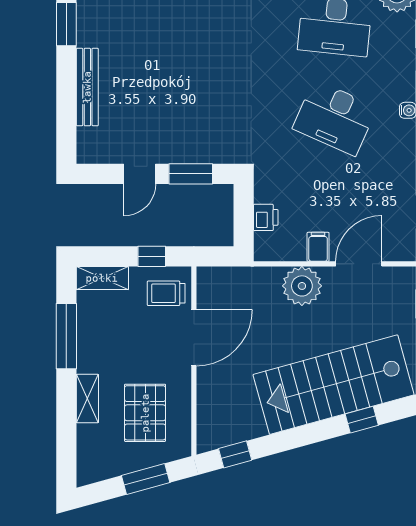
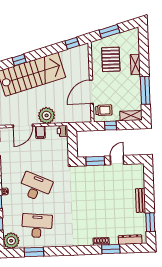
bench: (87, 87) -> (141, 200), width x0.73
printer: (266, 217) -> (62, 131), moved

